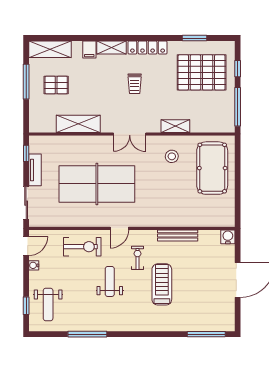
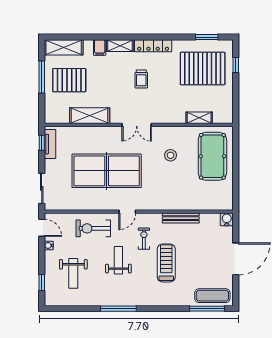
window: (194, 38) -> (207, 37), moved
pallet: (56, 85) -> (69, 80), width x1.50, depth x1.42
window: (238, 107) -> (236, 100), removed
shelving: (175, 126) -> (199, 118), moved
stool: (172, 156) -> (171, 155), moved
tv unit: (35, 170) -> (50, 144), moved
door: (26, 246) -> (42, 228), hinge flipped
exercise bike: (82, 247) -> (93, 228), turned 180
weight bench: (48, 304) -> (73, 273), moved
exercise mat: (212, 320) -> (212, 296), added
window: (87, 334) -> (118, 309), moved

